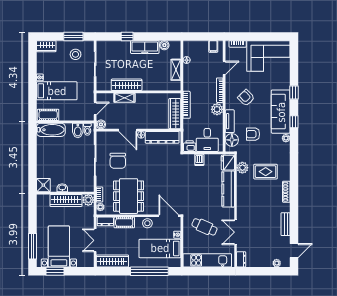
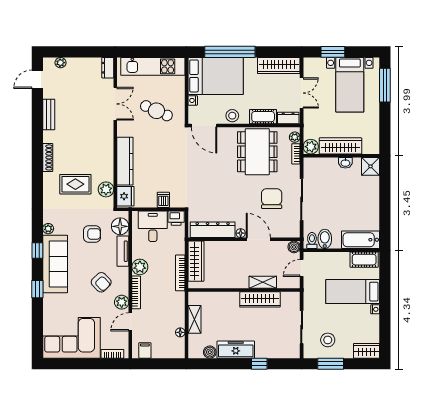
plant: (231, 83) -> (122, 302), added
bed: (160, 248) -> (216, 76), width x1.50
window: (55, 271) -> (333, 52), moved

